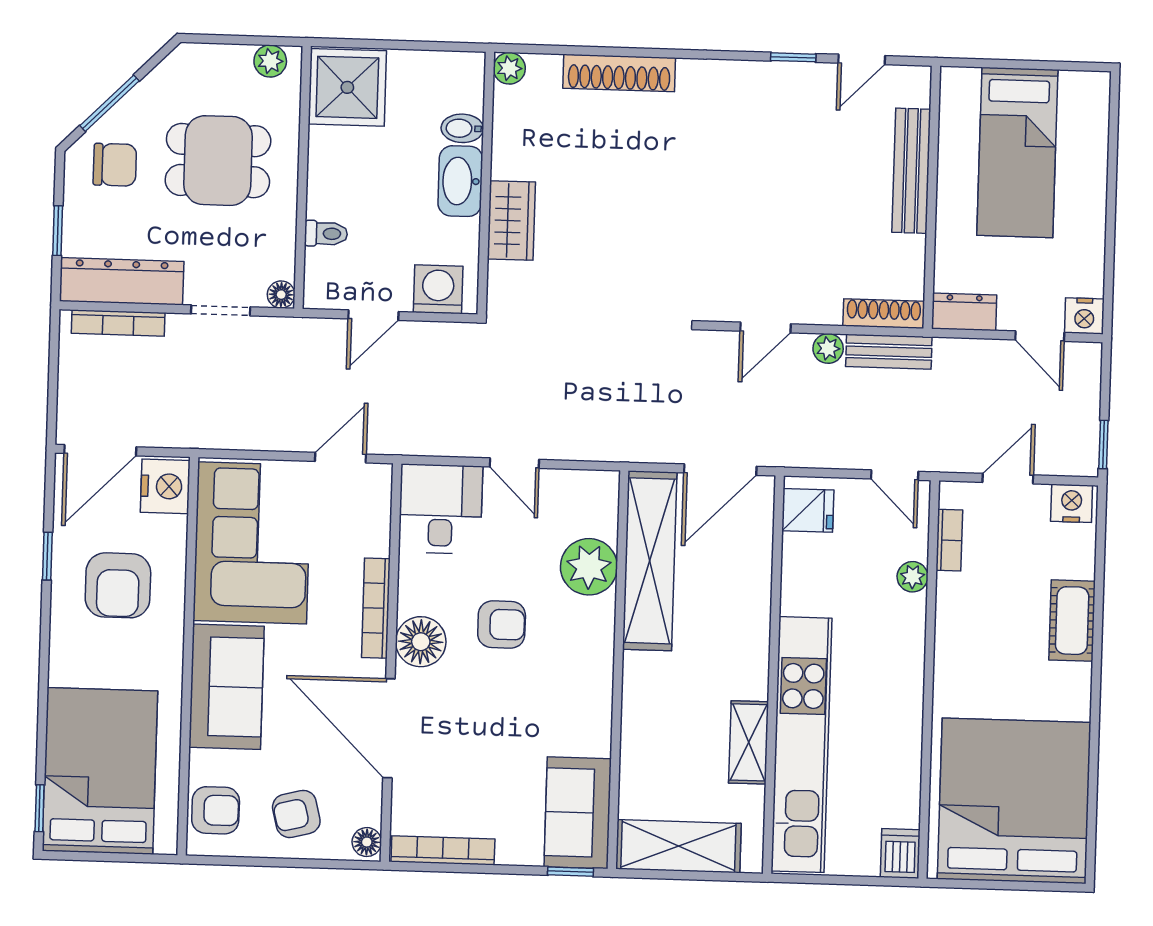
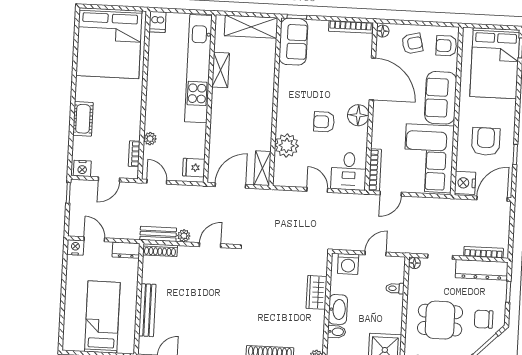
shelving: (650, 561) -> (262, 168), width x0.45, depth x0.75
bookcase: (376, 608) -> (375, 170), moved

